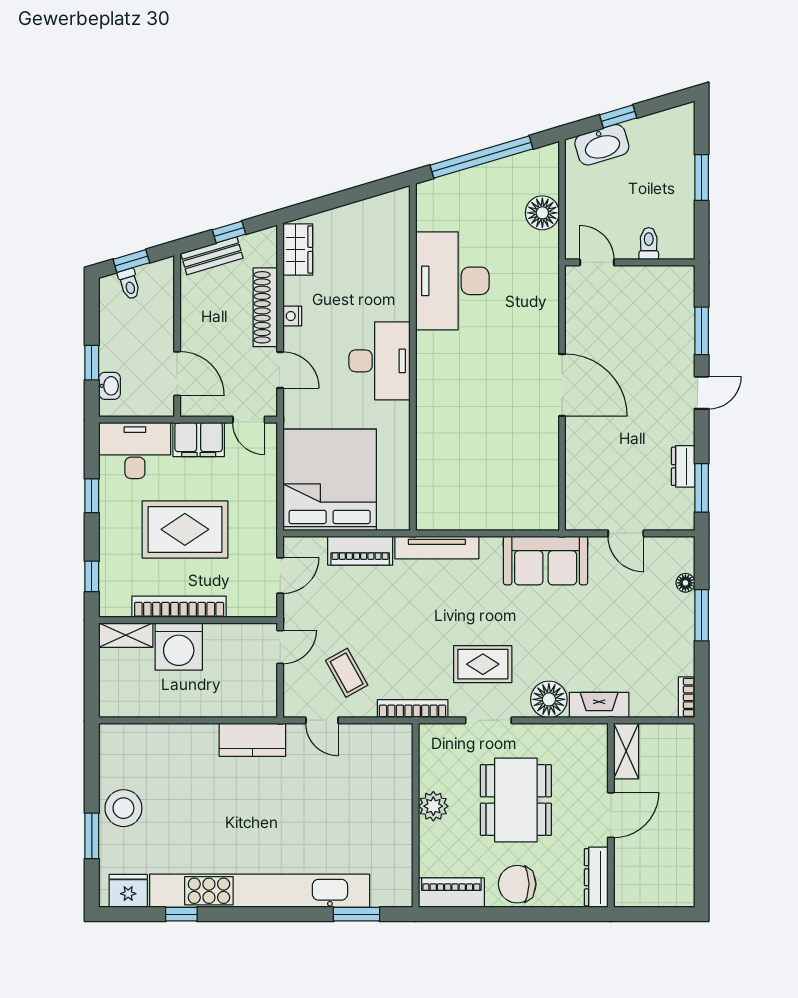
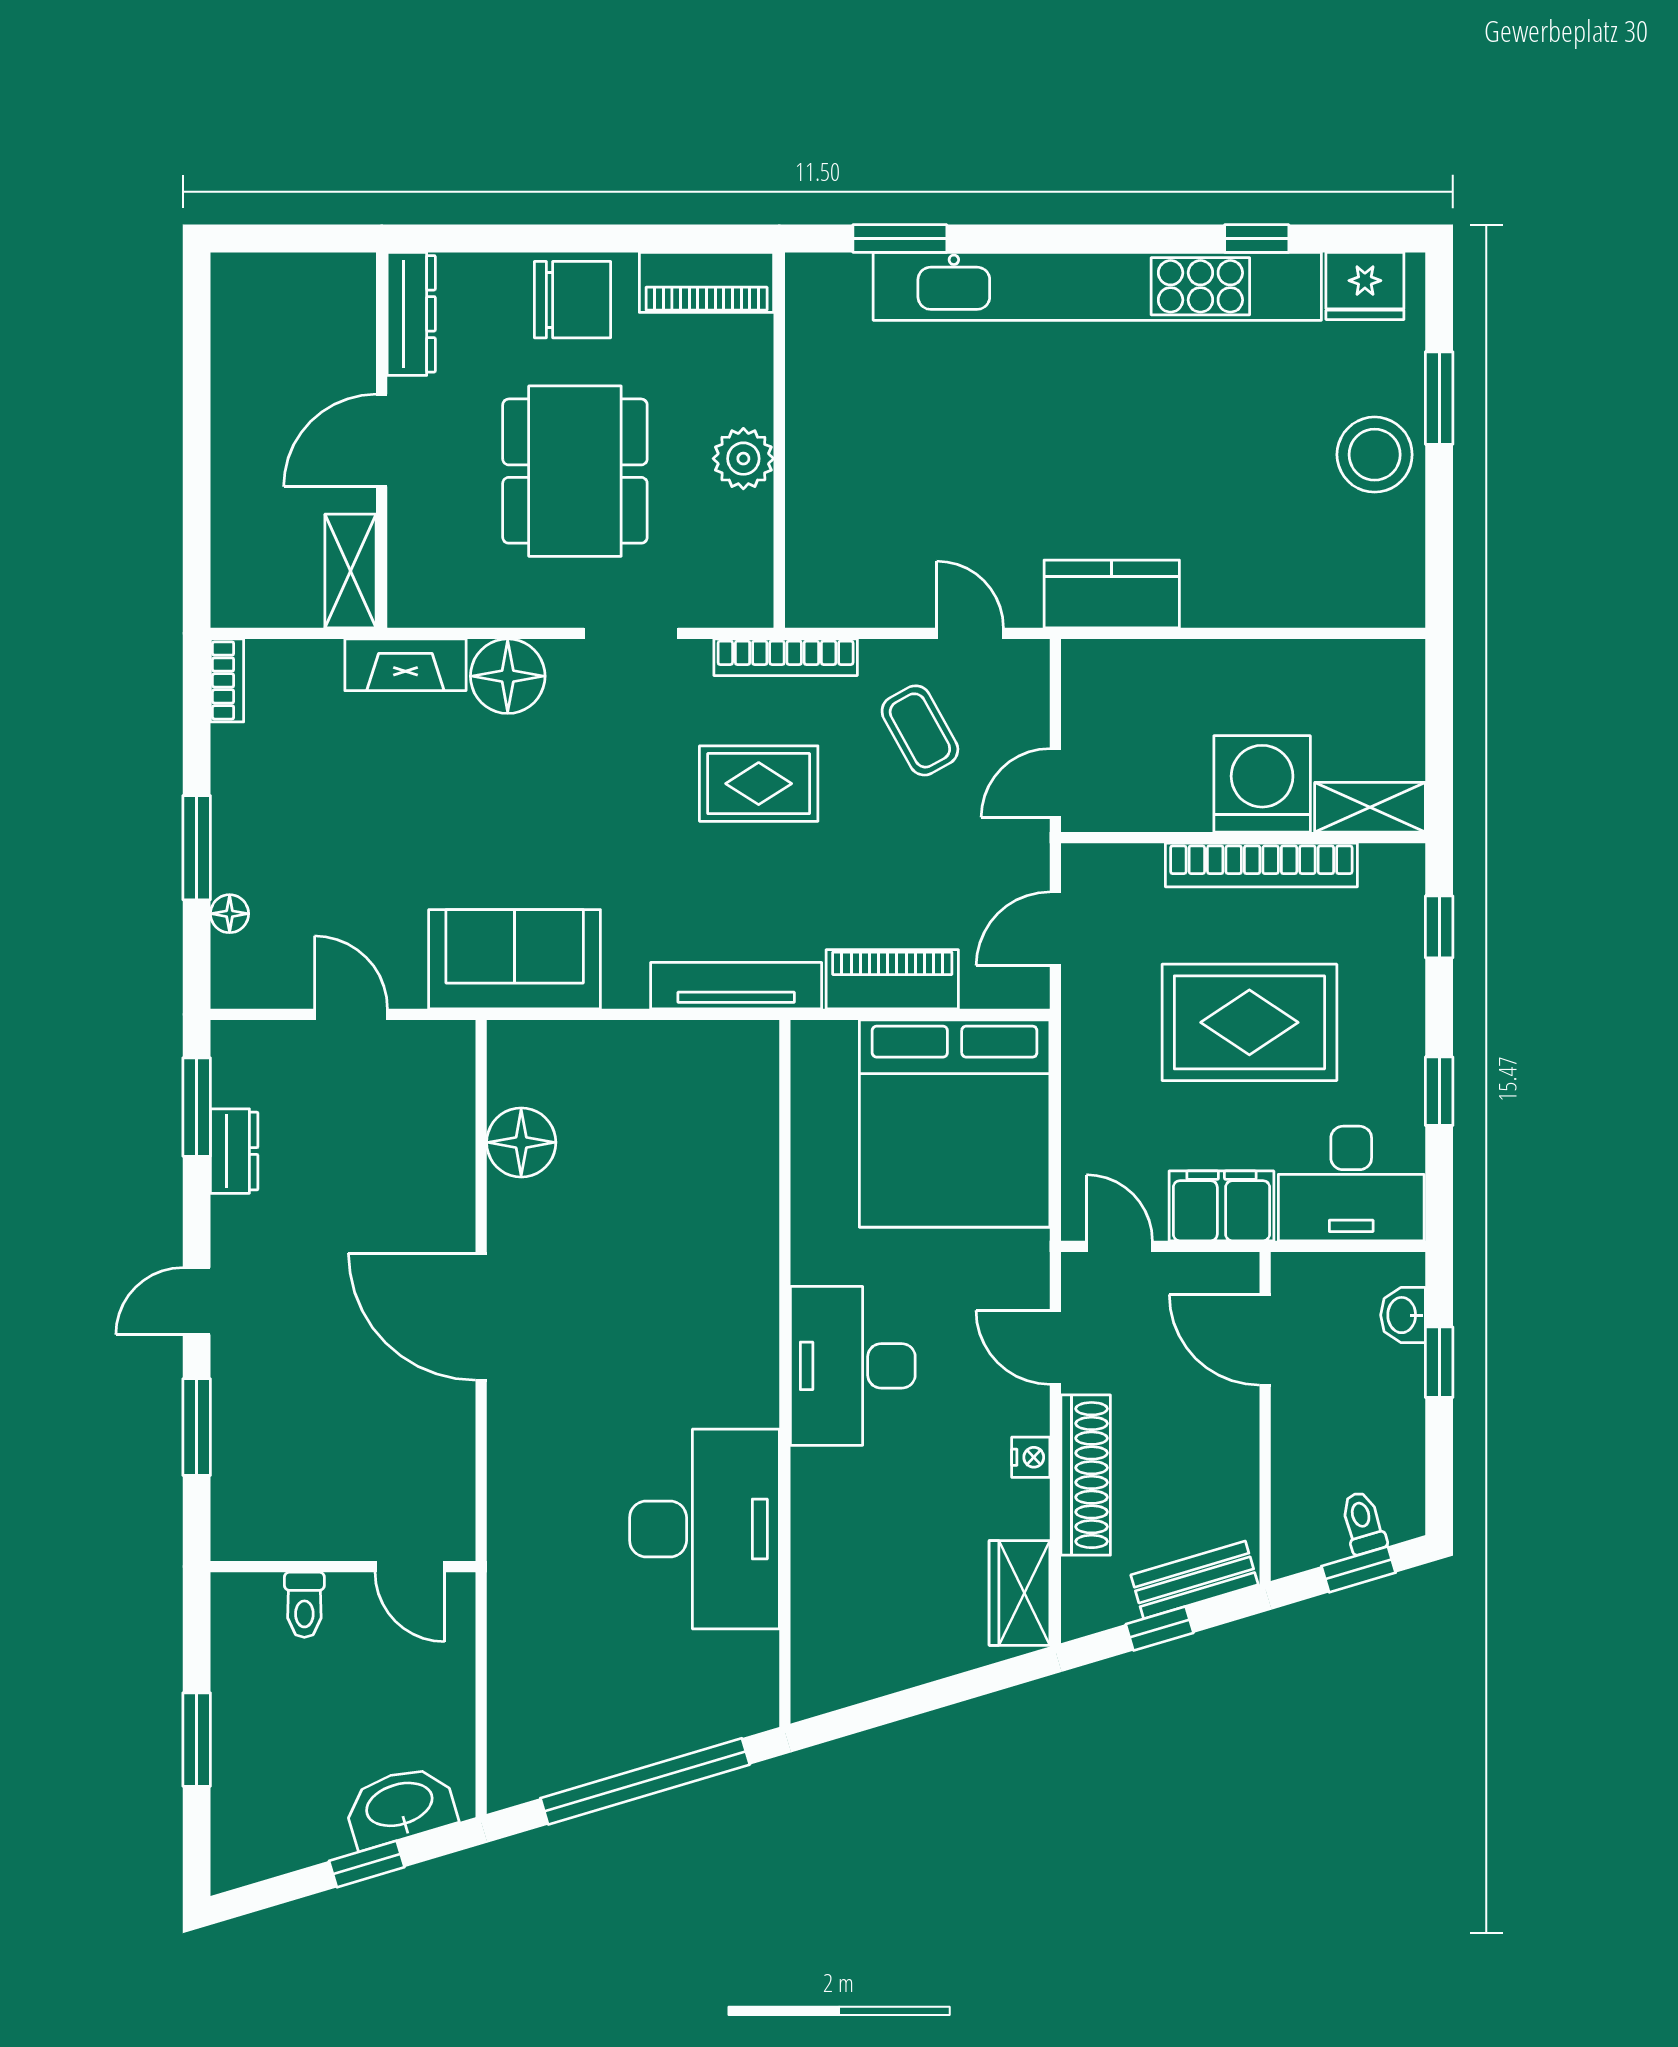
floor lamp: (542, 213) -> (521, 1142), moved
rug: (483, 664) -> (759, 784), moved

